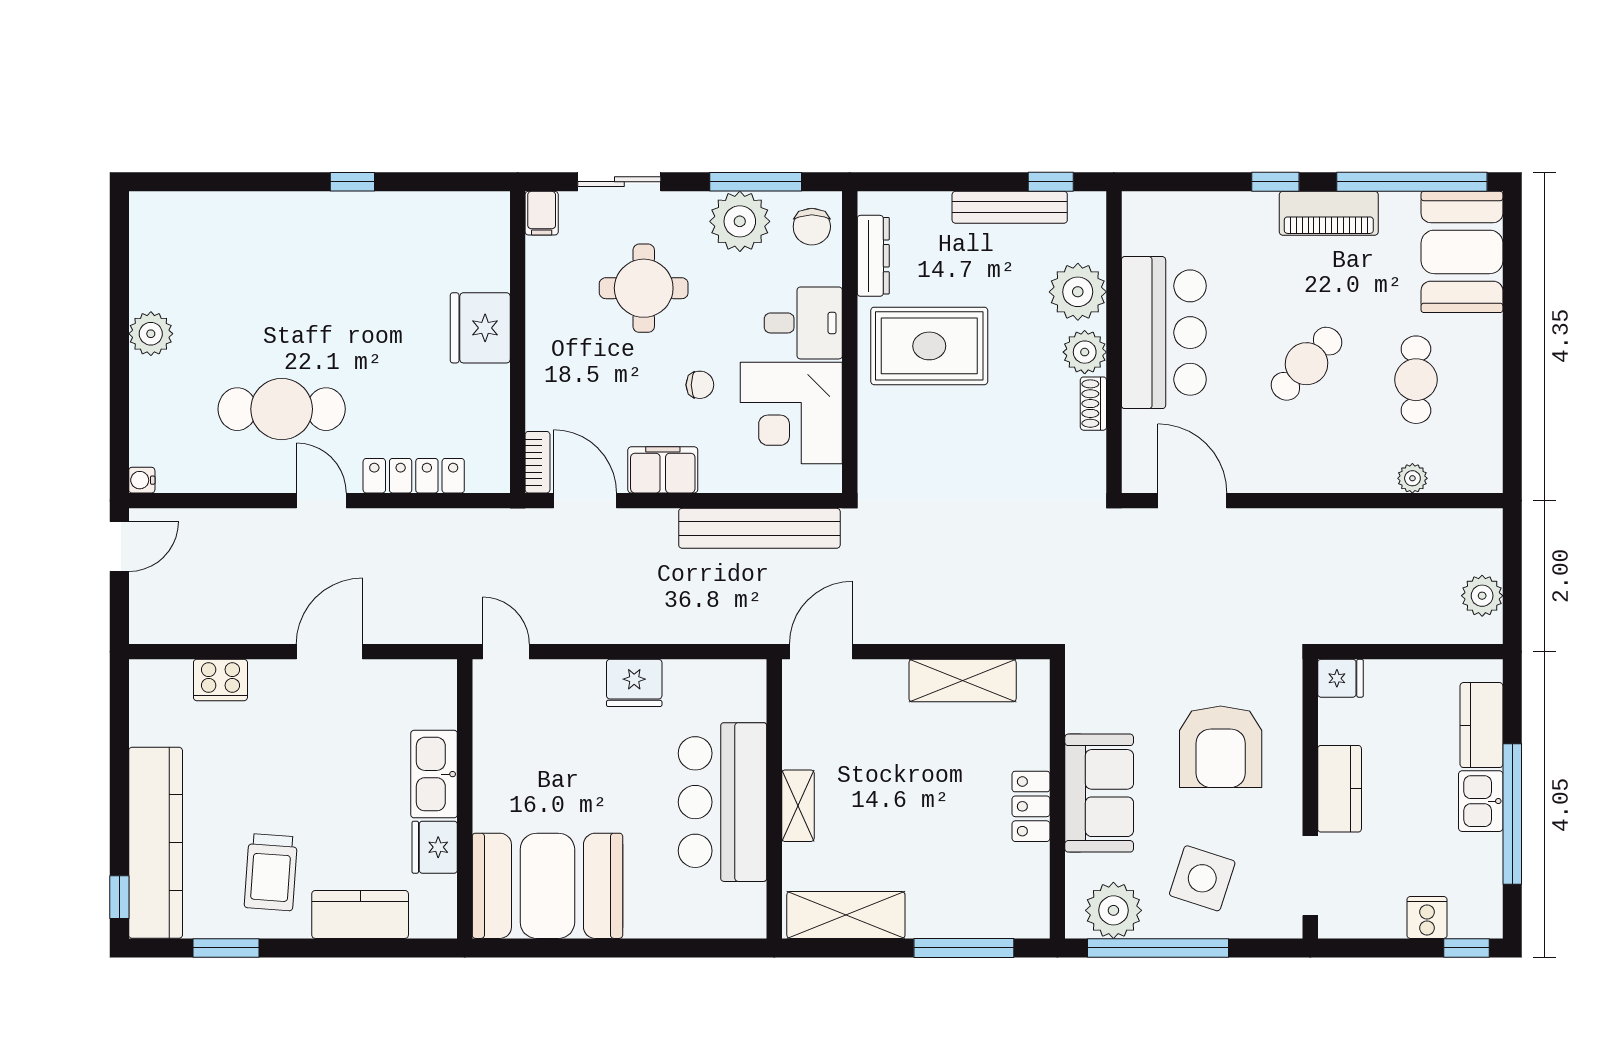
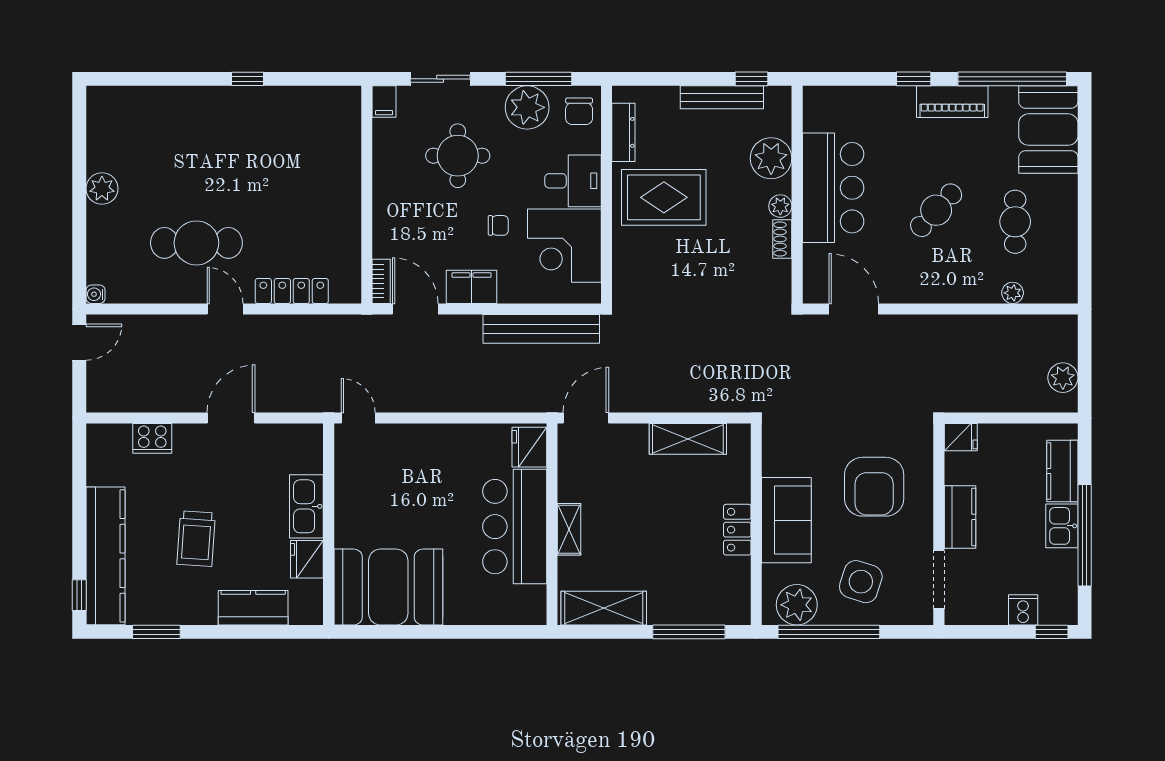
fridge: (480, 328) -> (340, 184), removed
plant: (1085, 352) -> (780, 206), width x0.73, depth x0.73
fridge: (634, 683) -> (529, 447), moved, turned 90
trolley: (271, 872) -> (196, 539), moved

